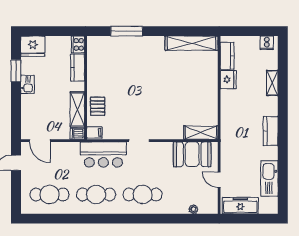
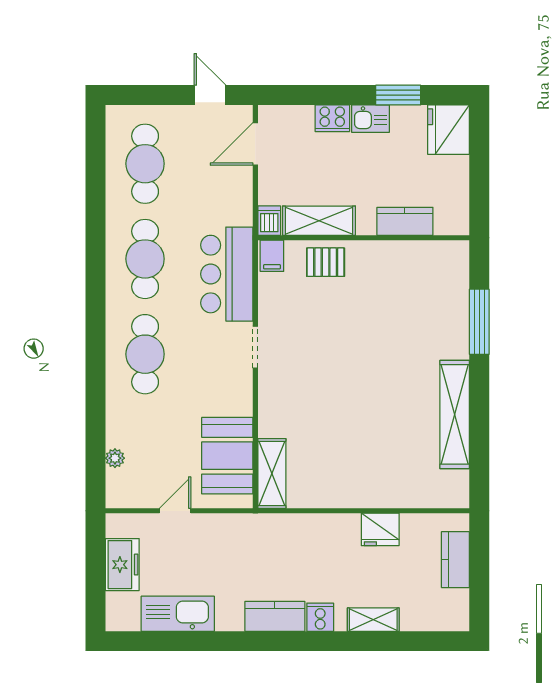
shelving: (191, 43) -> (455, 414), moved
cooker: (267, 43) -> (320, 617), moved, turned 90
cooker: (78, 44) -> (332, 118), moved, turned 180
kitchen counter: (227, 56) -> (455, 560), moved, turned 90
freezer: (240, 206) -> (122, 565), width x0.71

